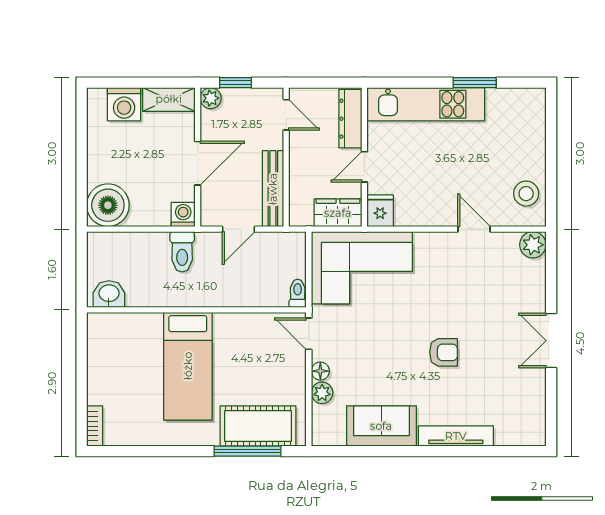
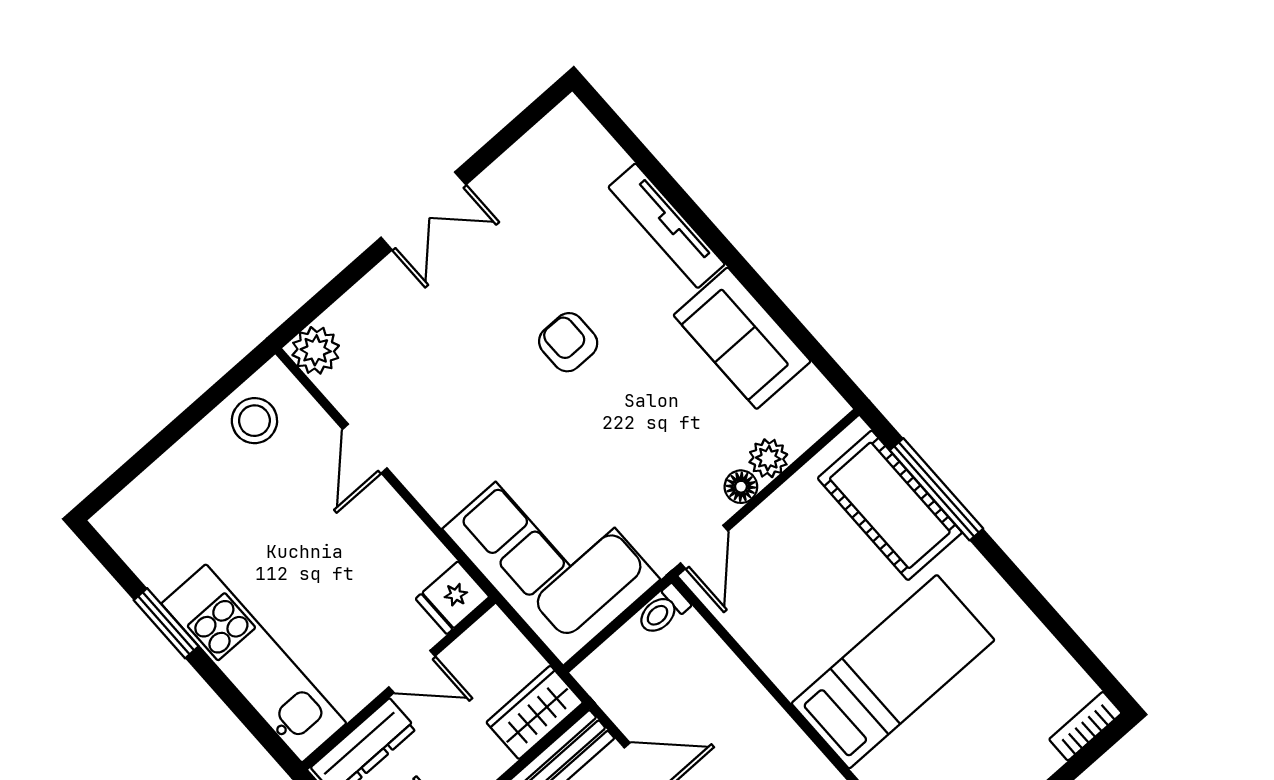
wardrobe: (338, 213) -> (535, 712), moved, turned 90

